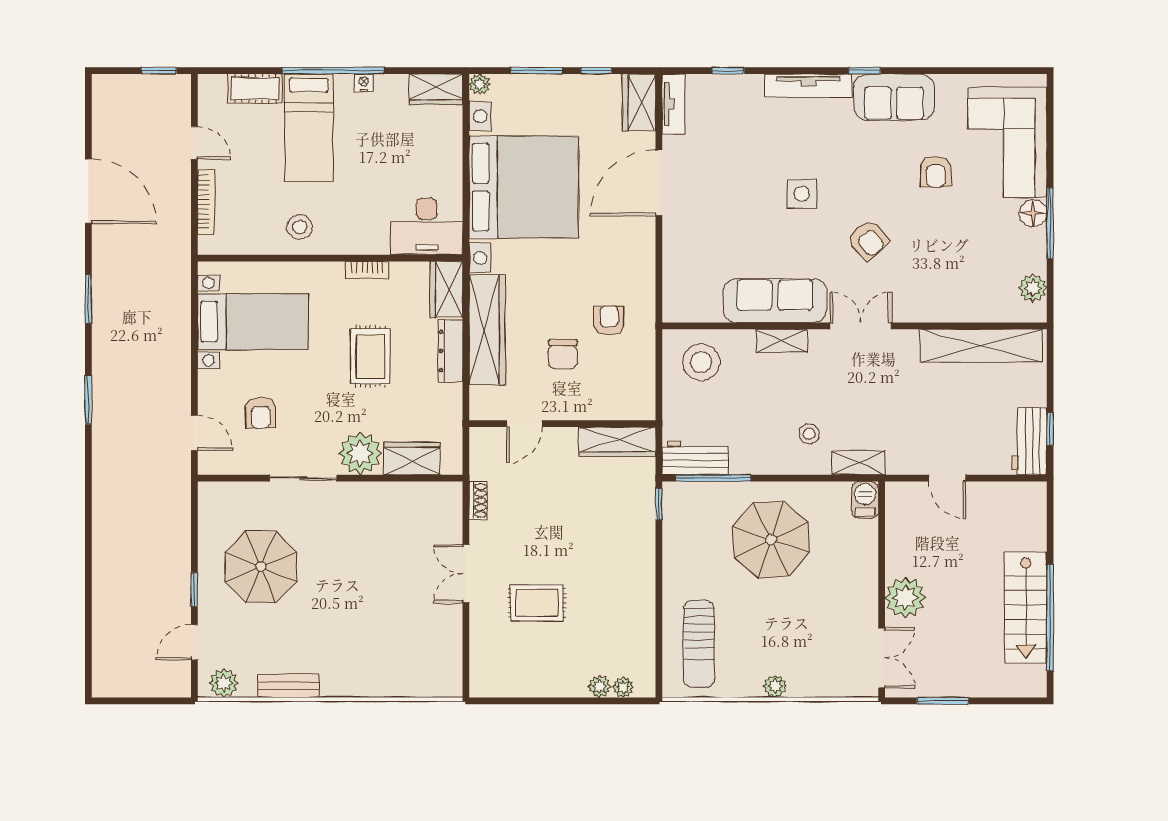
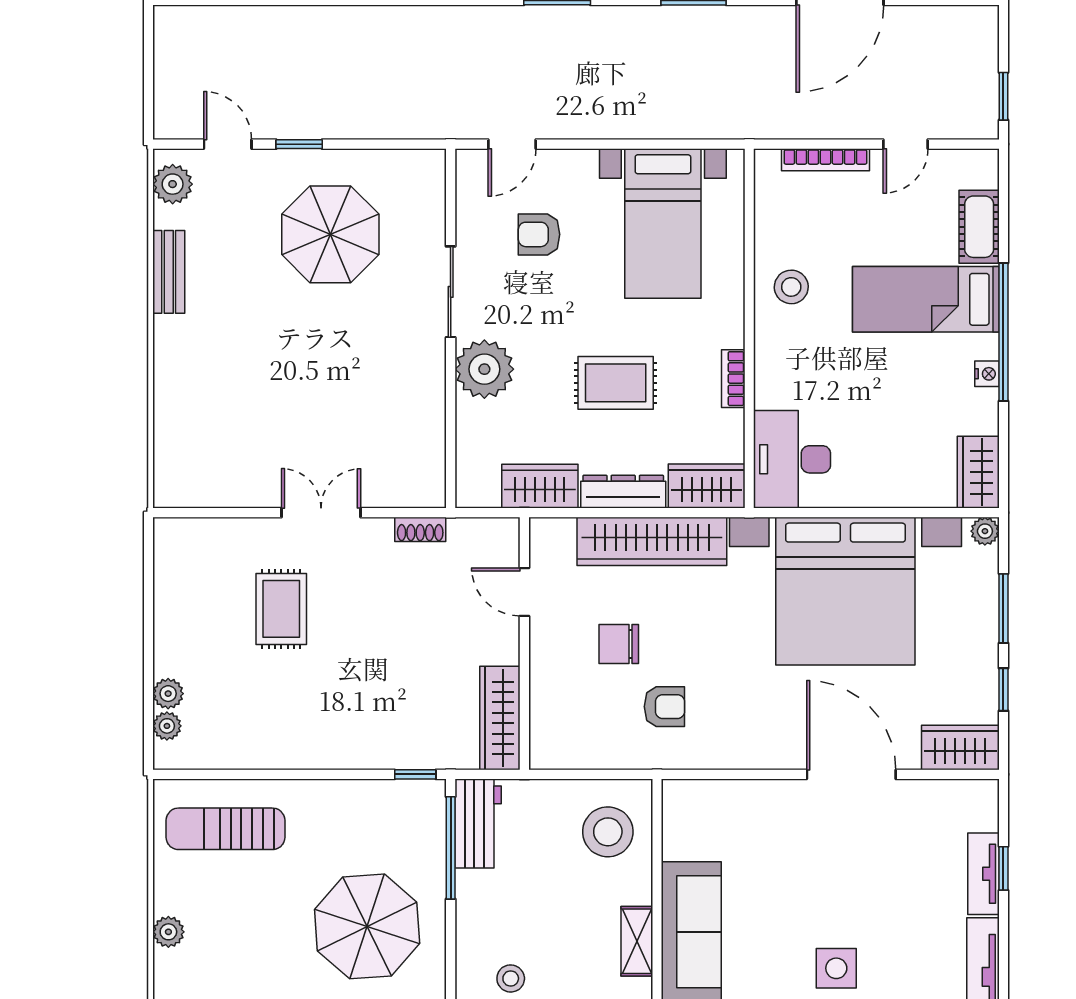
tv unit: (674, 104) -> (983, 874), moved, turned 90
wardrobe: (412, 459) -> (540, 486), moved, turned -90

